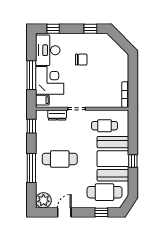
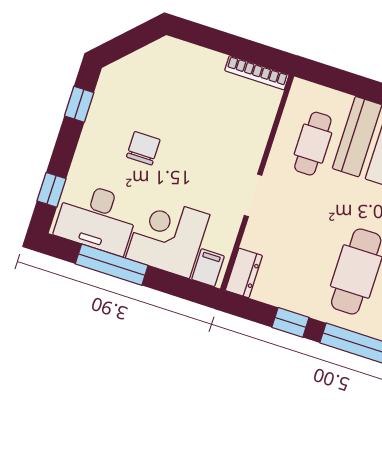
window: (31, 75) -> (112, 265), moved
dresser: (57, 115) -> (244, 273), moved
window: (31, 126) -> (290, 322), moved

